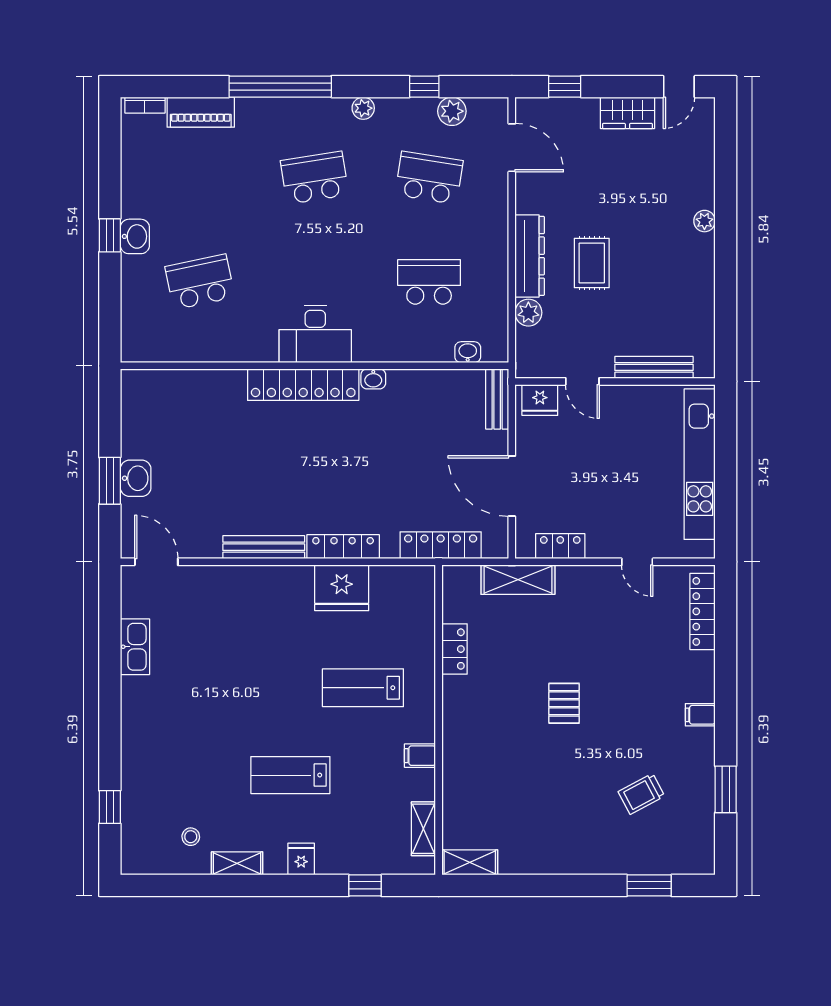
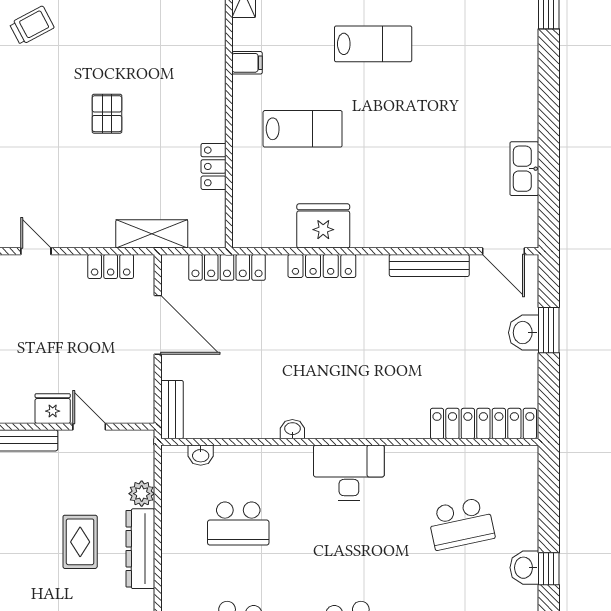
locker: (303, 385) -> (483, 424), moved
fridge: (540, 400) -> (53, 409), moved
bench: (264, 547) -> (429, 265), moved

